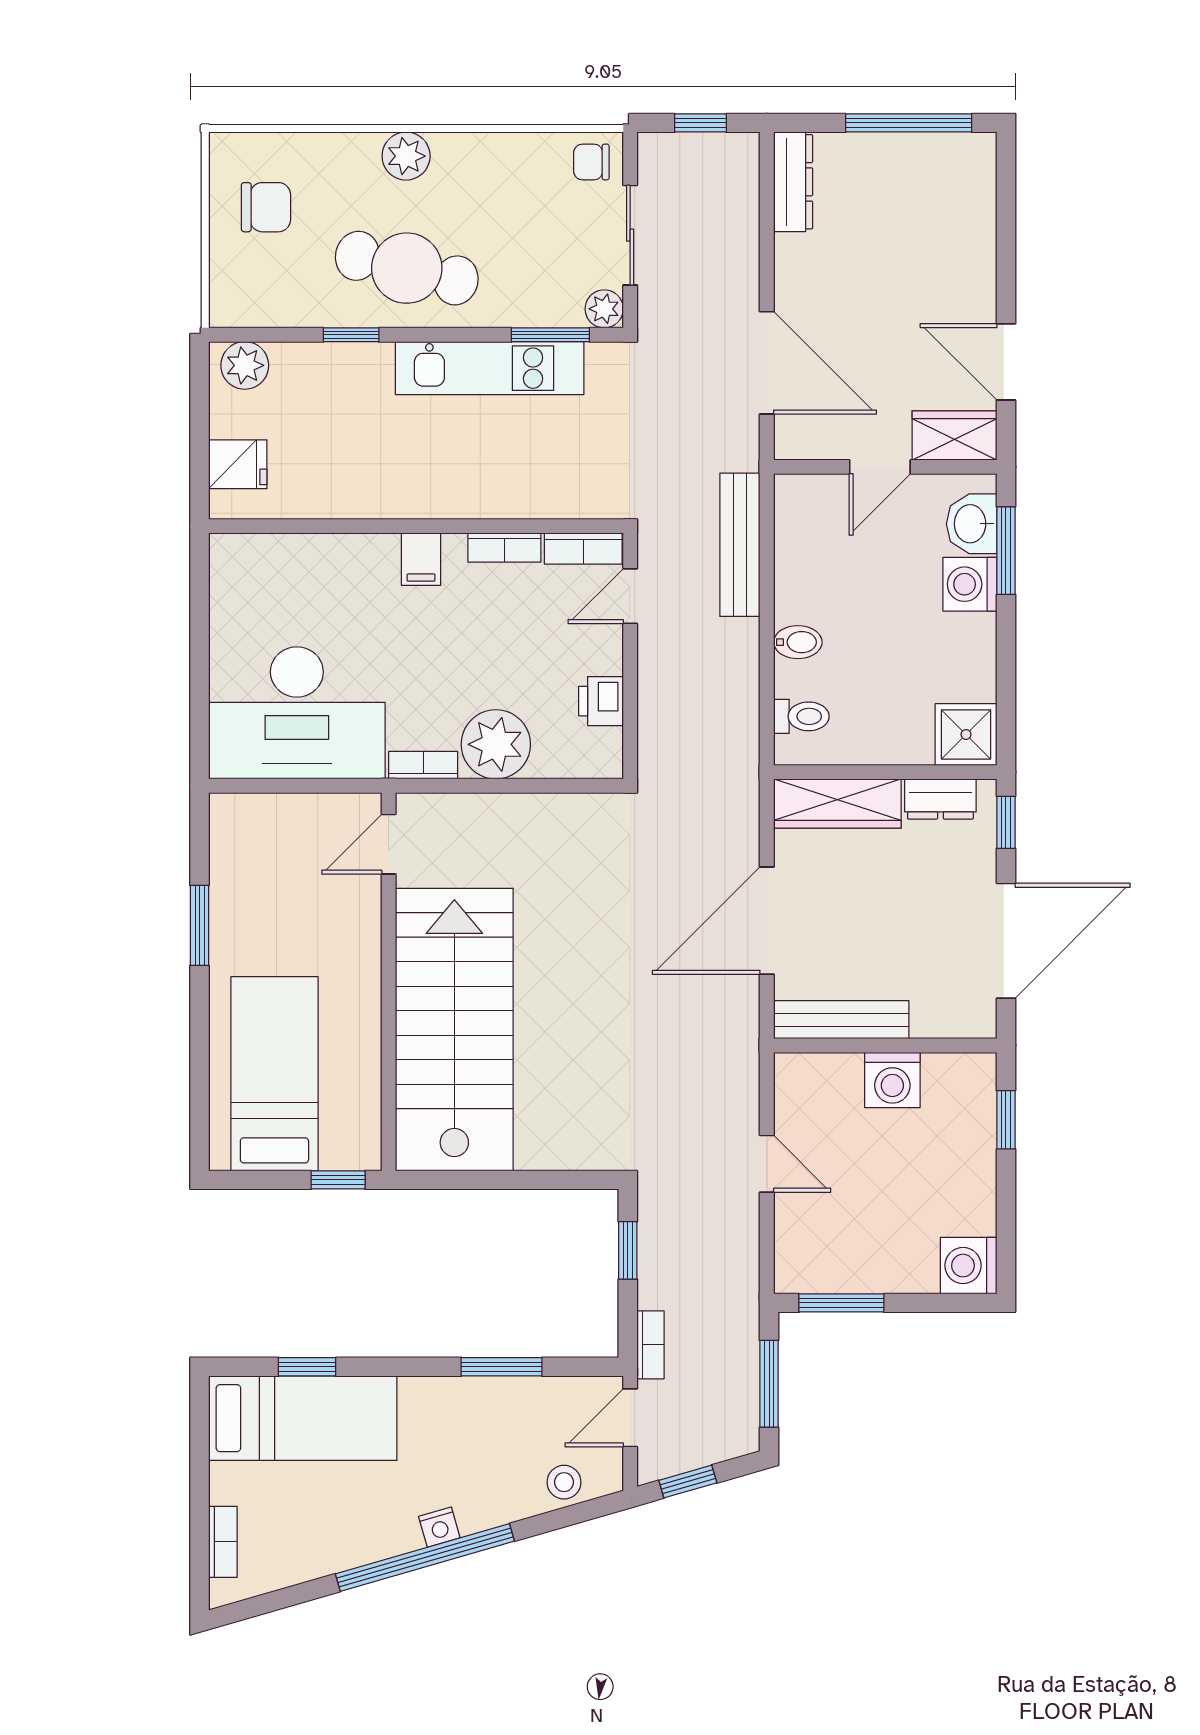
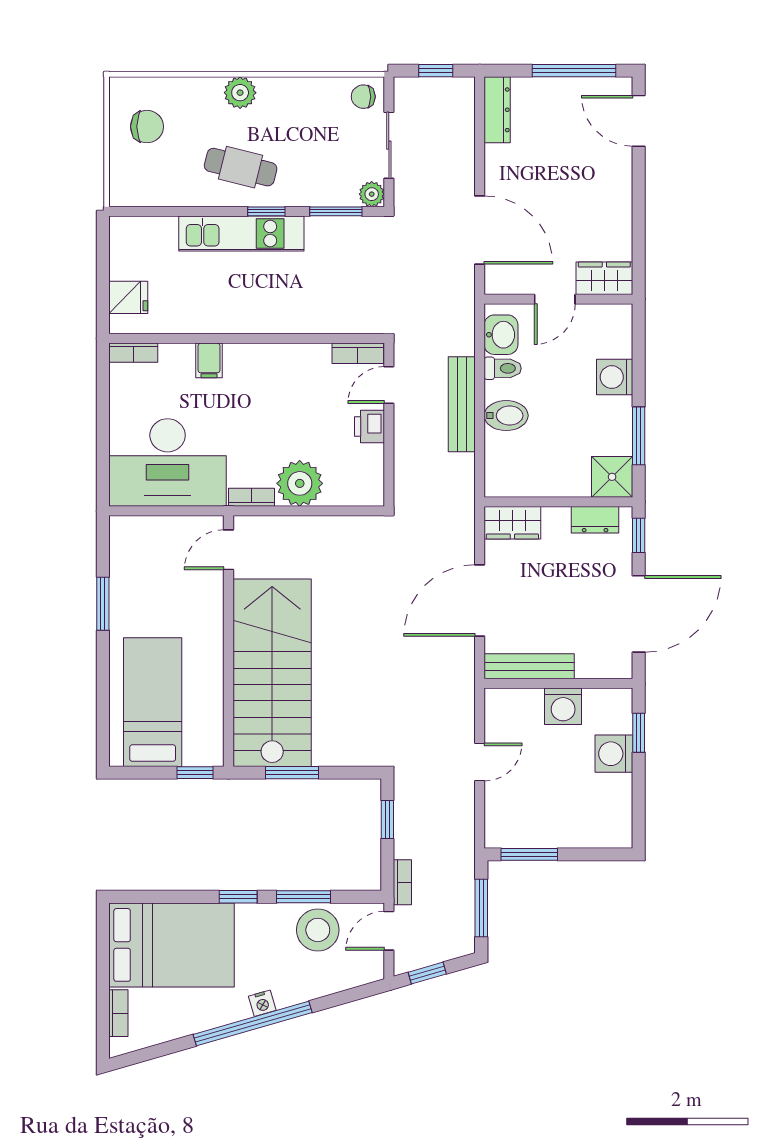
cafe table: (407, 268) -> (241, 167), width x0.73, depth x0.74
window: (351, 335) -> (266, 211), moved
door: (1006, 362) -> (639, 121), moved
plant: (245, 365) -> (133, 232), removed
kitchen unit: (490, 368) -> (241, 234), moved
washbasin: (972, 524) -> (501, 335), moved, turned 180
bench: (740, 545) -> (462, 404), moved
bookcase: (504, 548) -> (133, 353), moved
window: (1006, 551) -> (639, 436), moved
filing cabinet: (421, 559) -> (209, 360), moved
bidet: (798, 642) -> (506, 416), width x1.38, depth x1.36
printer: (601, 701) -> (370, 427), moved
toilet: (801, 716) -> (503, 368), moved
wardrobe: (837, 804) -> (512, 523), width x0.67
door: (767, 1164) -> (480, 762), hinge flipped
window: (484, 1180) -> (292, 773), added
washing machine: (969, 1266) -> (614, 754), moved
window: (307, 1367) -> (238, 897), moved
bed: (303, 1418) -> (172, 945), width x1.50
stool: (564, 1482) -> (318, 930), moved, width x1.89, depth x1.89

